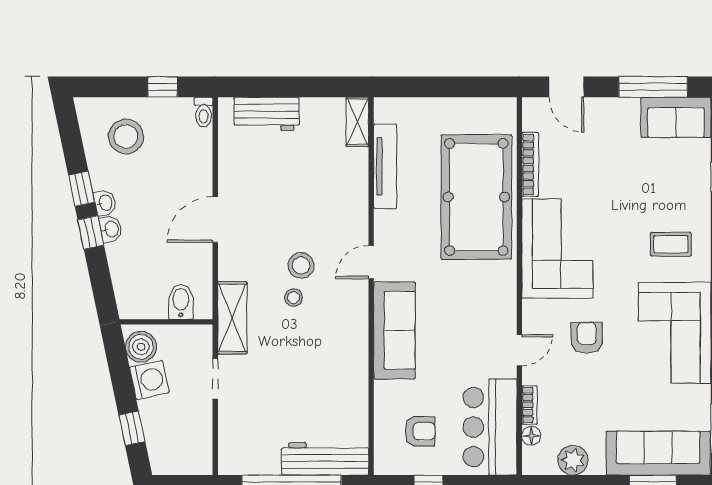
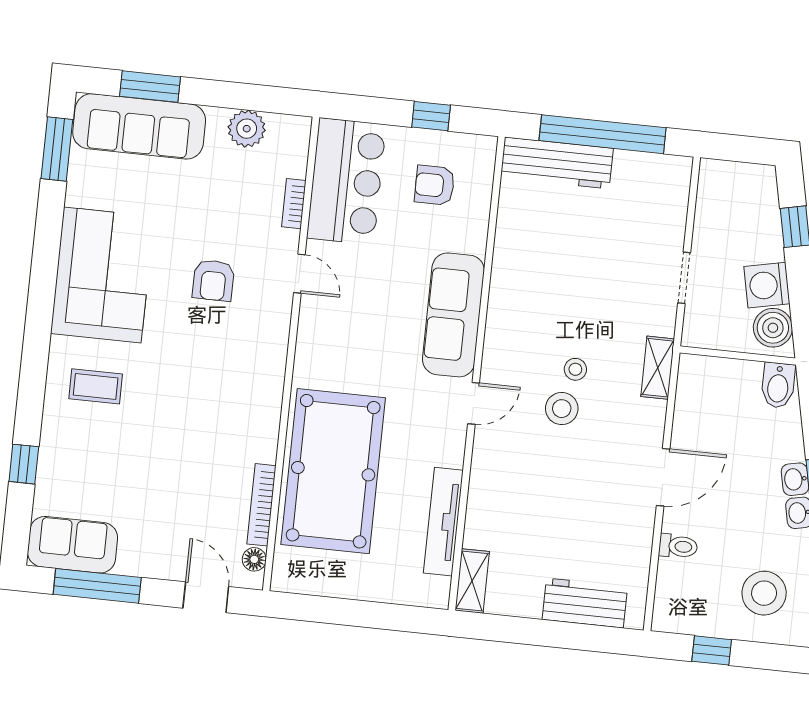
toilet: (203, 112) -> (678, 546), moved, turned 90
corner sofa: (557, 248) -> (238, 396), removed
bidet: (181, 302) -> (778, 385), moved
shelving: (232, 318) -> (658, 368), width x0.67, depth x0.75
door: (519, 350) -> (299, 274), swing flipped
floor lamp: (531, 436) -> (254, 559), moved

